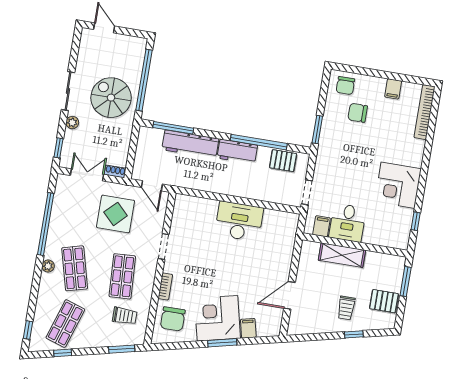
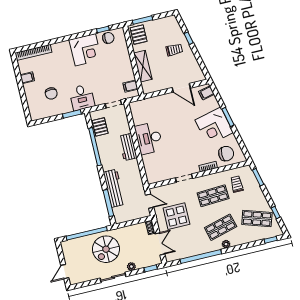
chair: (345, 86) -> (108, 38), moved
workbench: (237, 152) -> (128, 147), moved, turned 180
double door: (87, 175) -> (160, 244), swing flipped
door: (152, 186) -> (150, 201), hinge flipped
desk: (347, 223) -> (82, 97), moved, turned 90
pallet: (384, 301) -> (139, 35), moved
filing cabinet: (248, 328) -> (206, 93), moved

